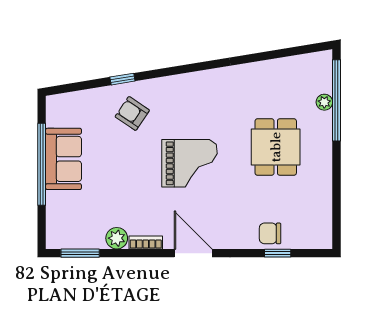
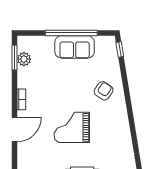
window: (122, 79) -> (120, 50), moved
grand piano: (190, 163) -> (72, 127), turned 90
plant: (117, 238) -> (24, 59), moved

